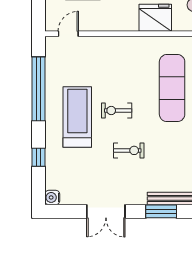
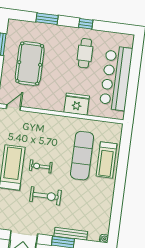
exercise bike: (129, 150) -> (46, 196), width x1.38, depth x1.39

